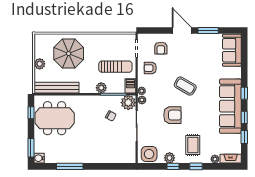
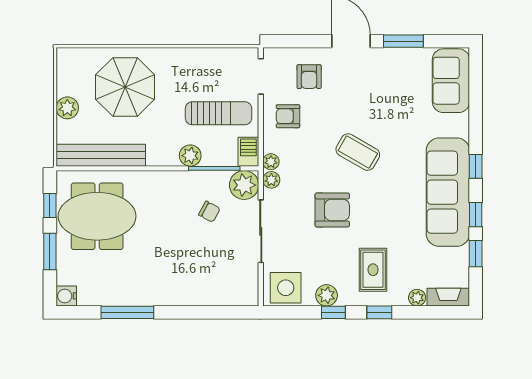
window: (31, 148) -> (50, 252), moved

